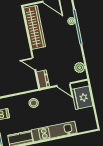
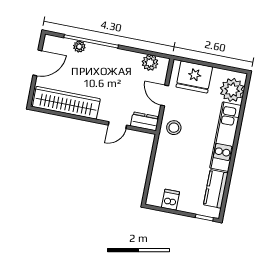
door: (64, 85) -> (165, 95), swing flipped
stool: (34, 103) -> (174, 128), moved
plant: (84, 124) -> (232, 90), added

